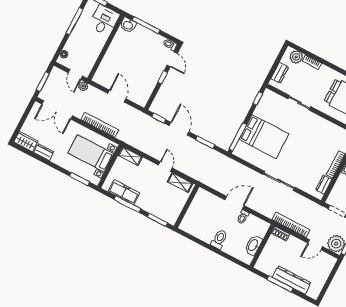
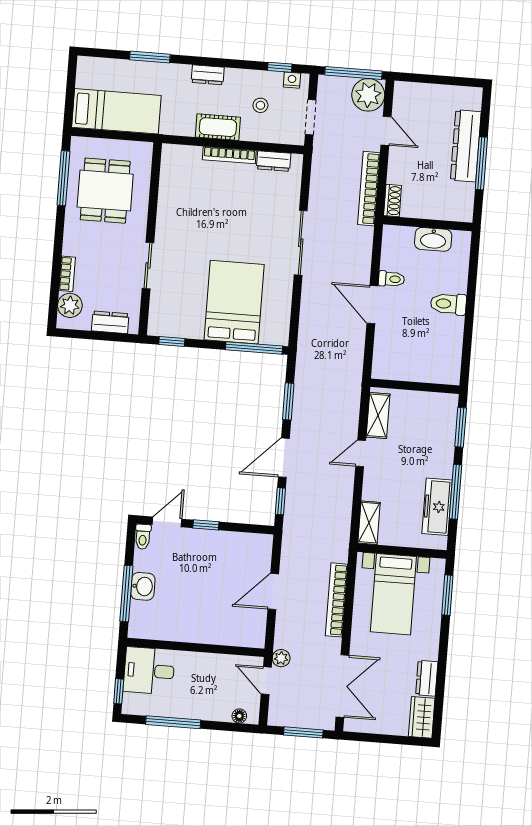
washbasin: (128, 25) -> (143, 586), moved
door: (75, 74) -> (266, 681), swing flipped

